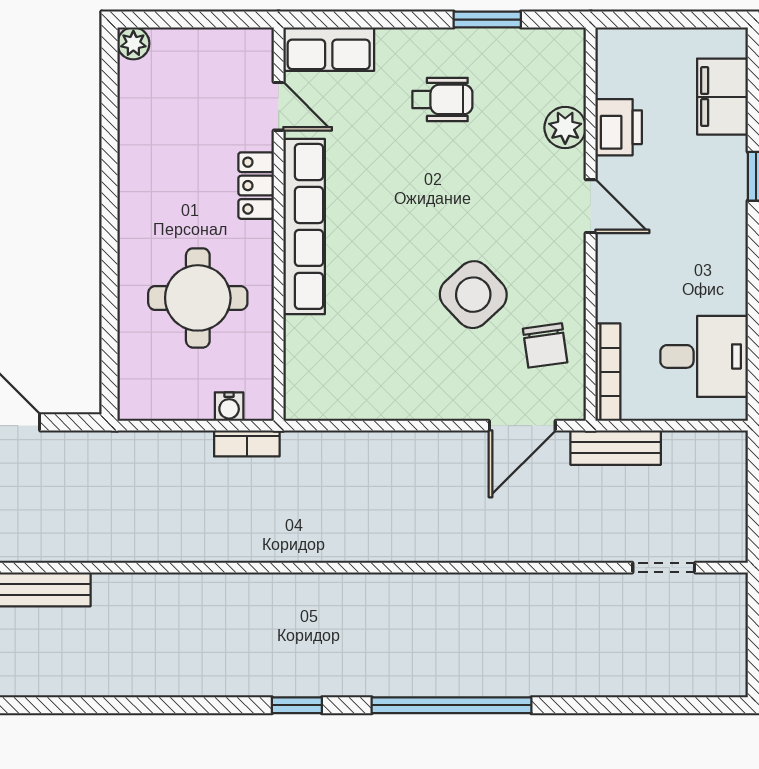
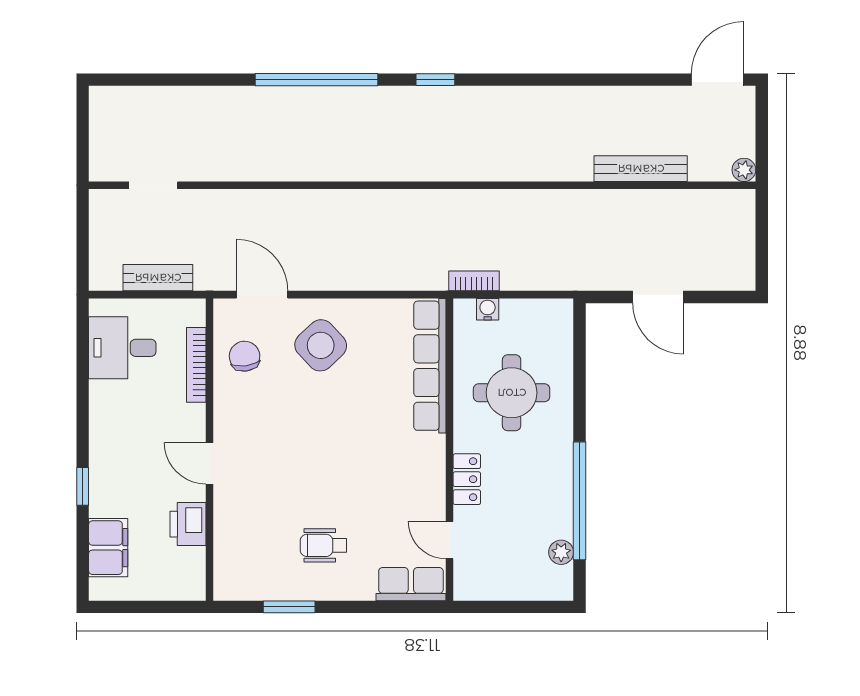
plant: (133, 43) -> (561, 552), moved
plant: (565, 128) -> (229, 524), removed
window: (109, 157) -> (580, 501), added
row of seats: (304, 226) -> (430, 366), moved
side table: (473, 295) -> (321, 345), moved
bookcase: (608, 372) -> (196, 365), moved
door: (522, 426) -> (262, 295), hinge flipped
bench: (616, 448) -> (158, 278), moved

